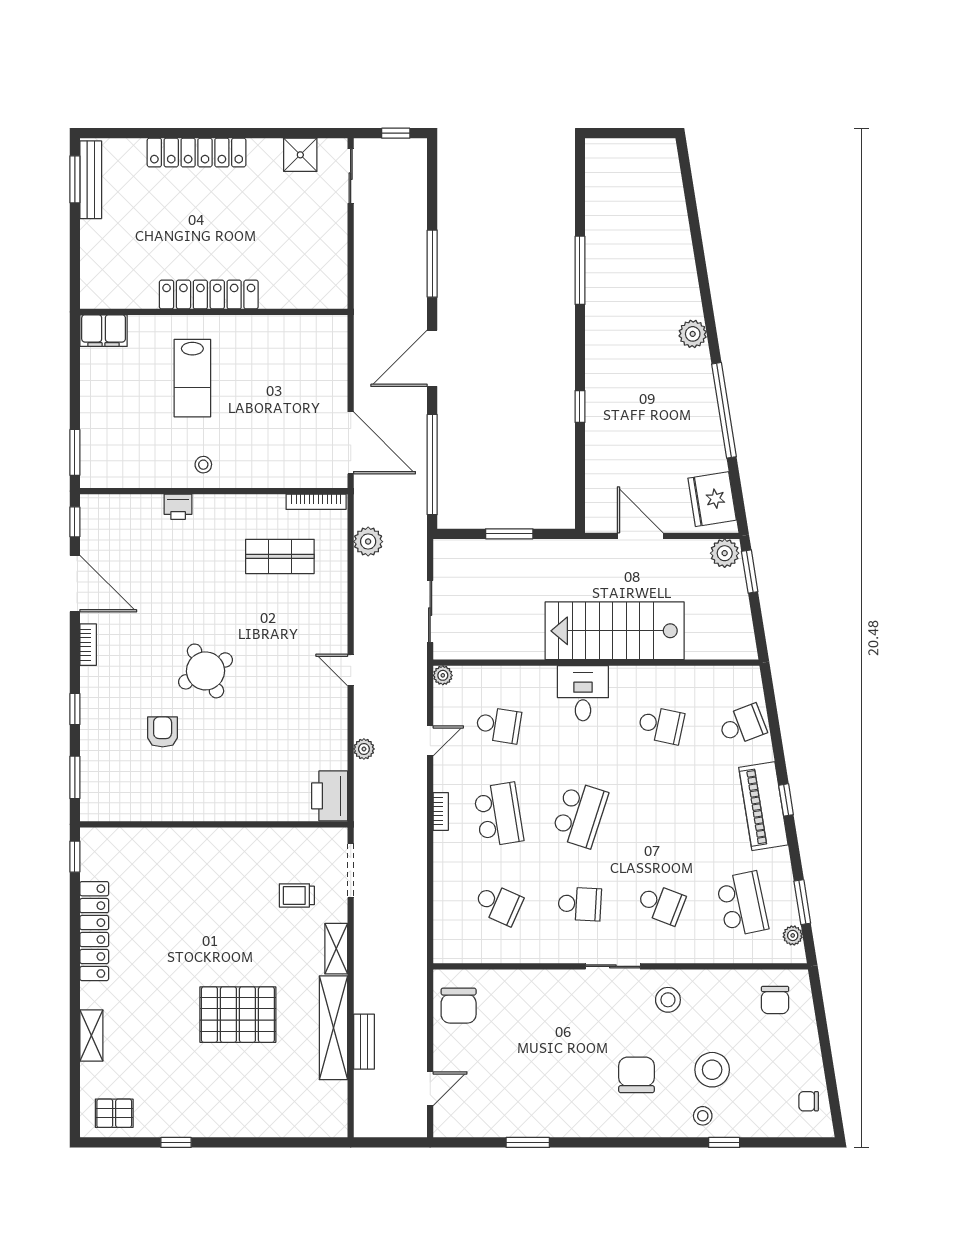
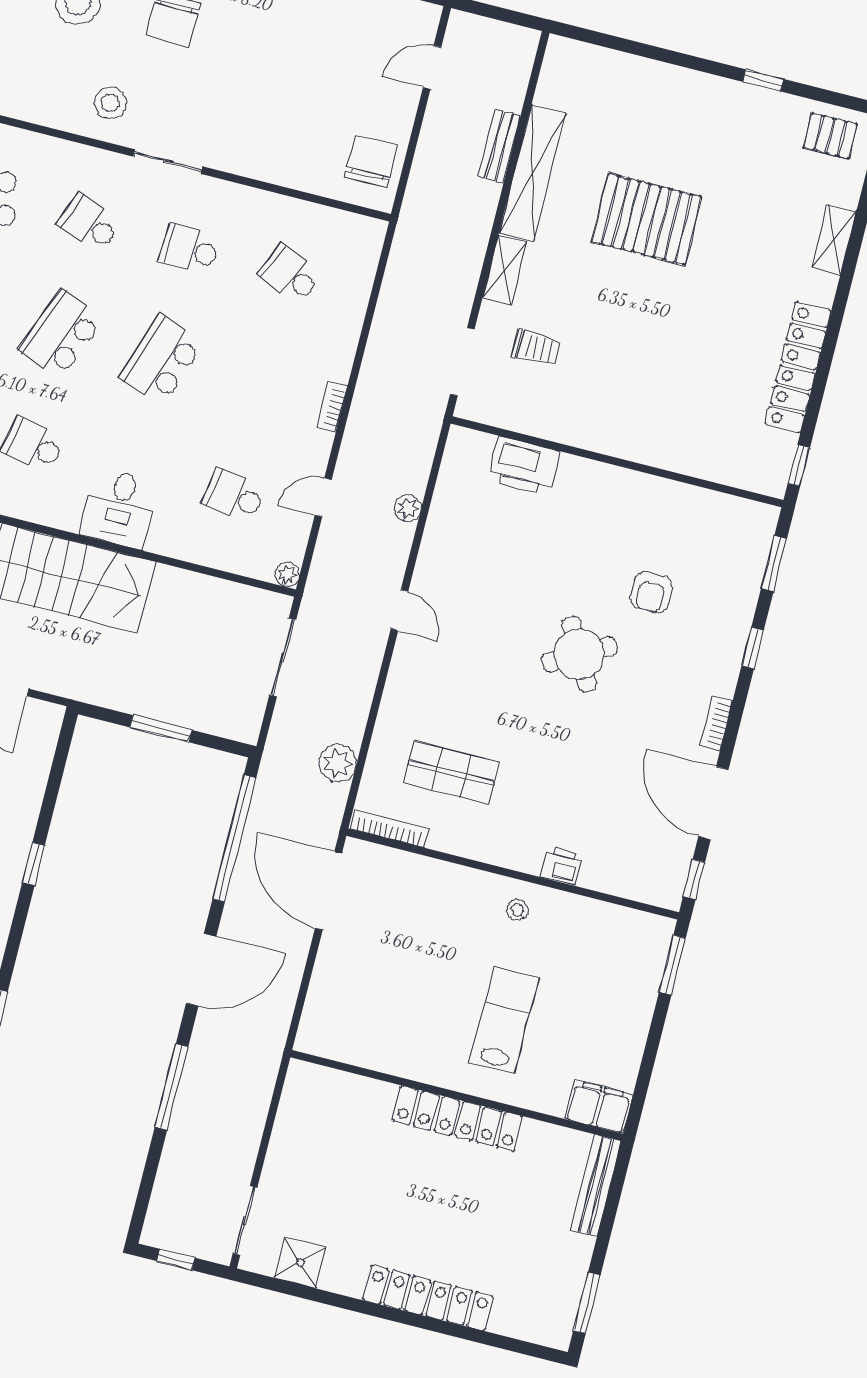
bench: (91, 180) -> (596, 1186), moved
printer: (330, 796) -> (524, 466), moved, turned 90
school desk: (498, 815) -> (61, 334), moved, turned 30

